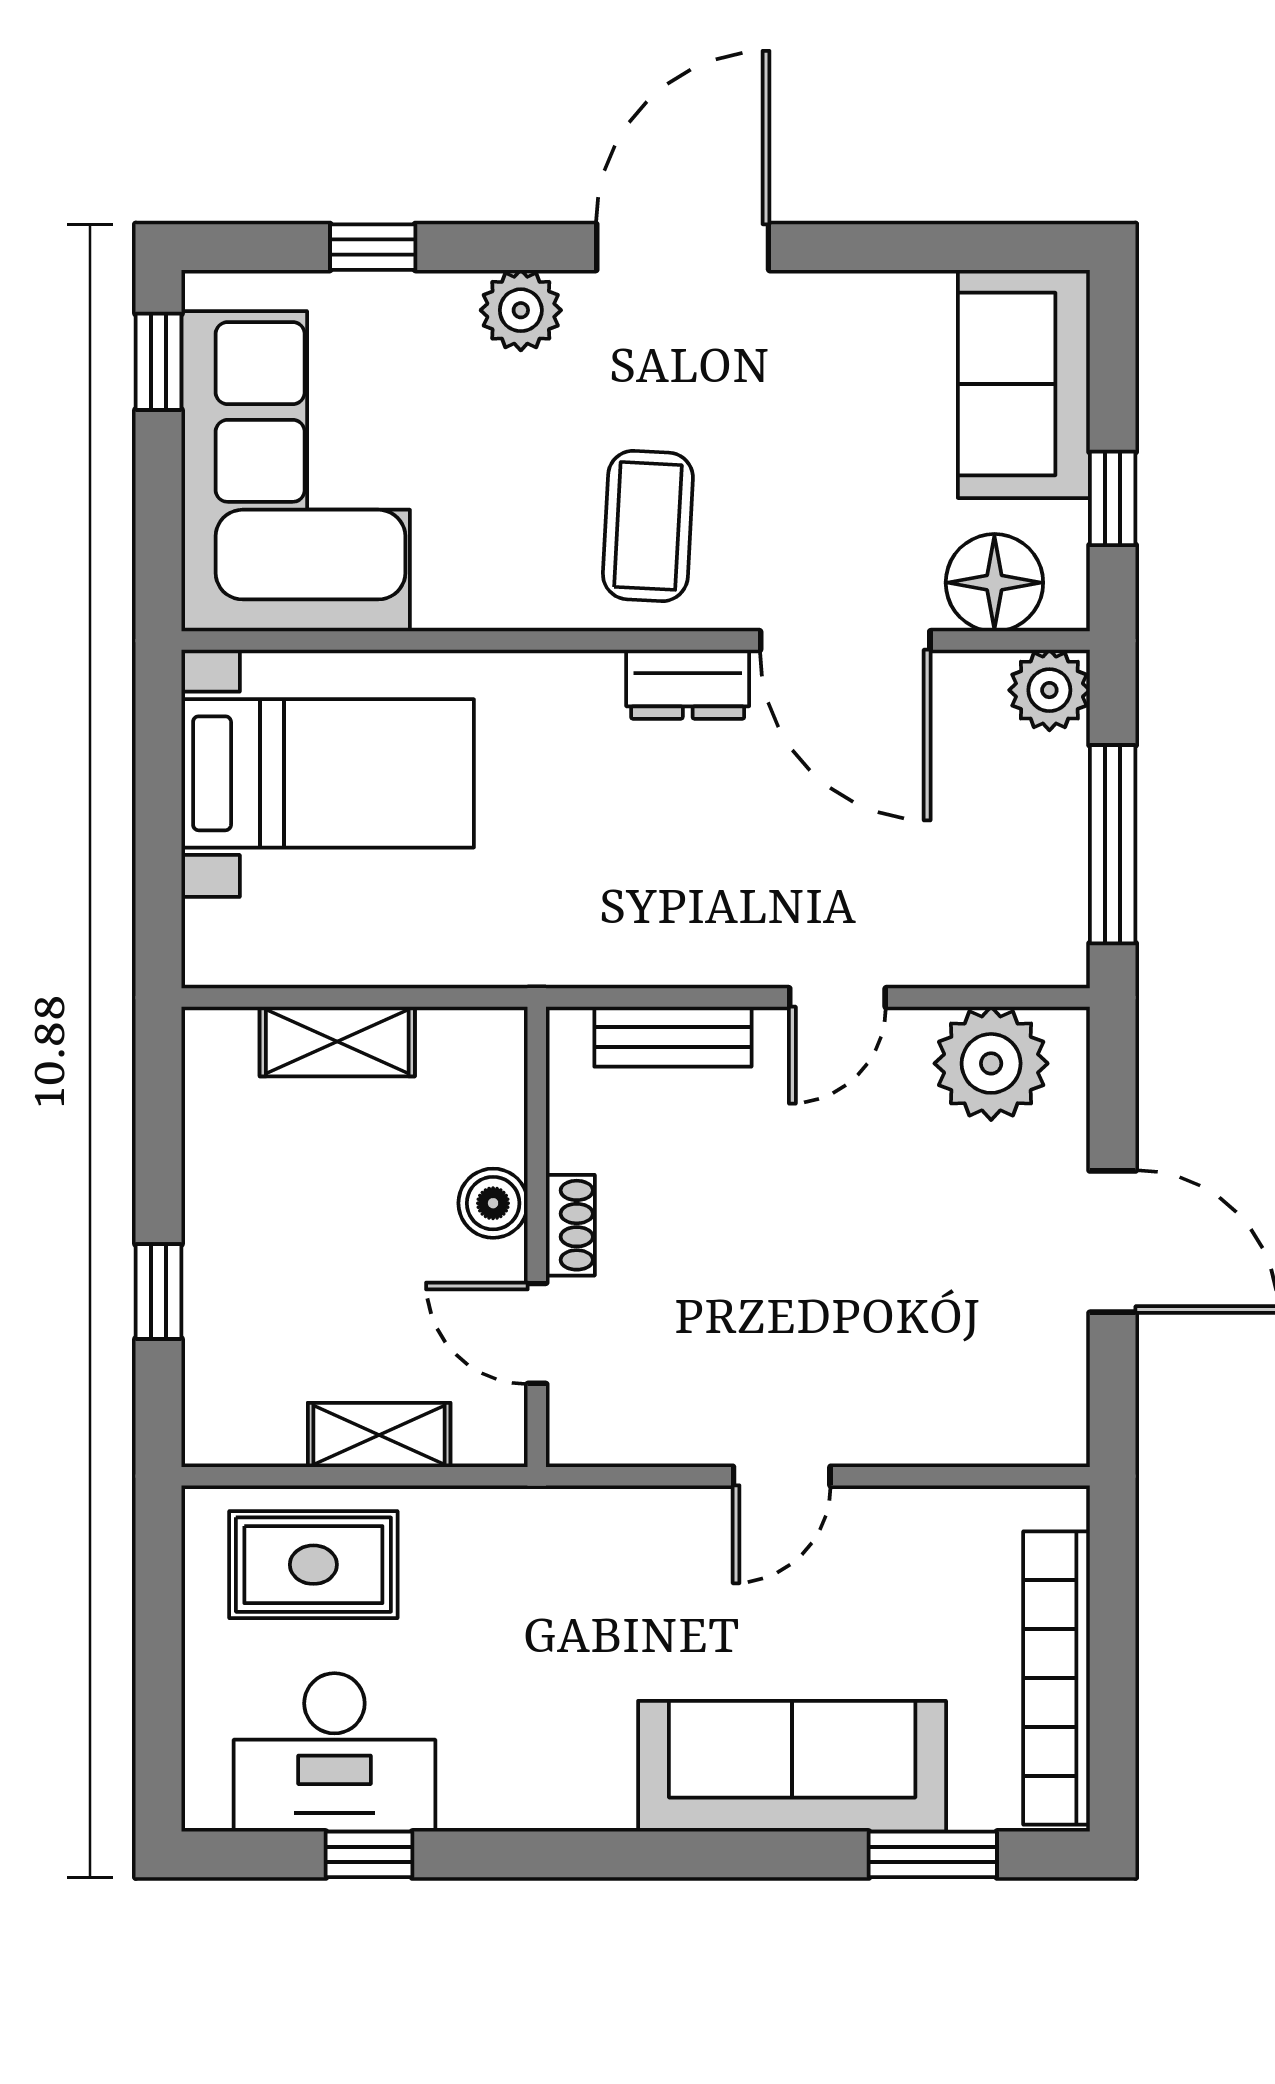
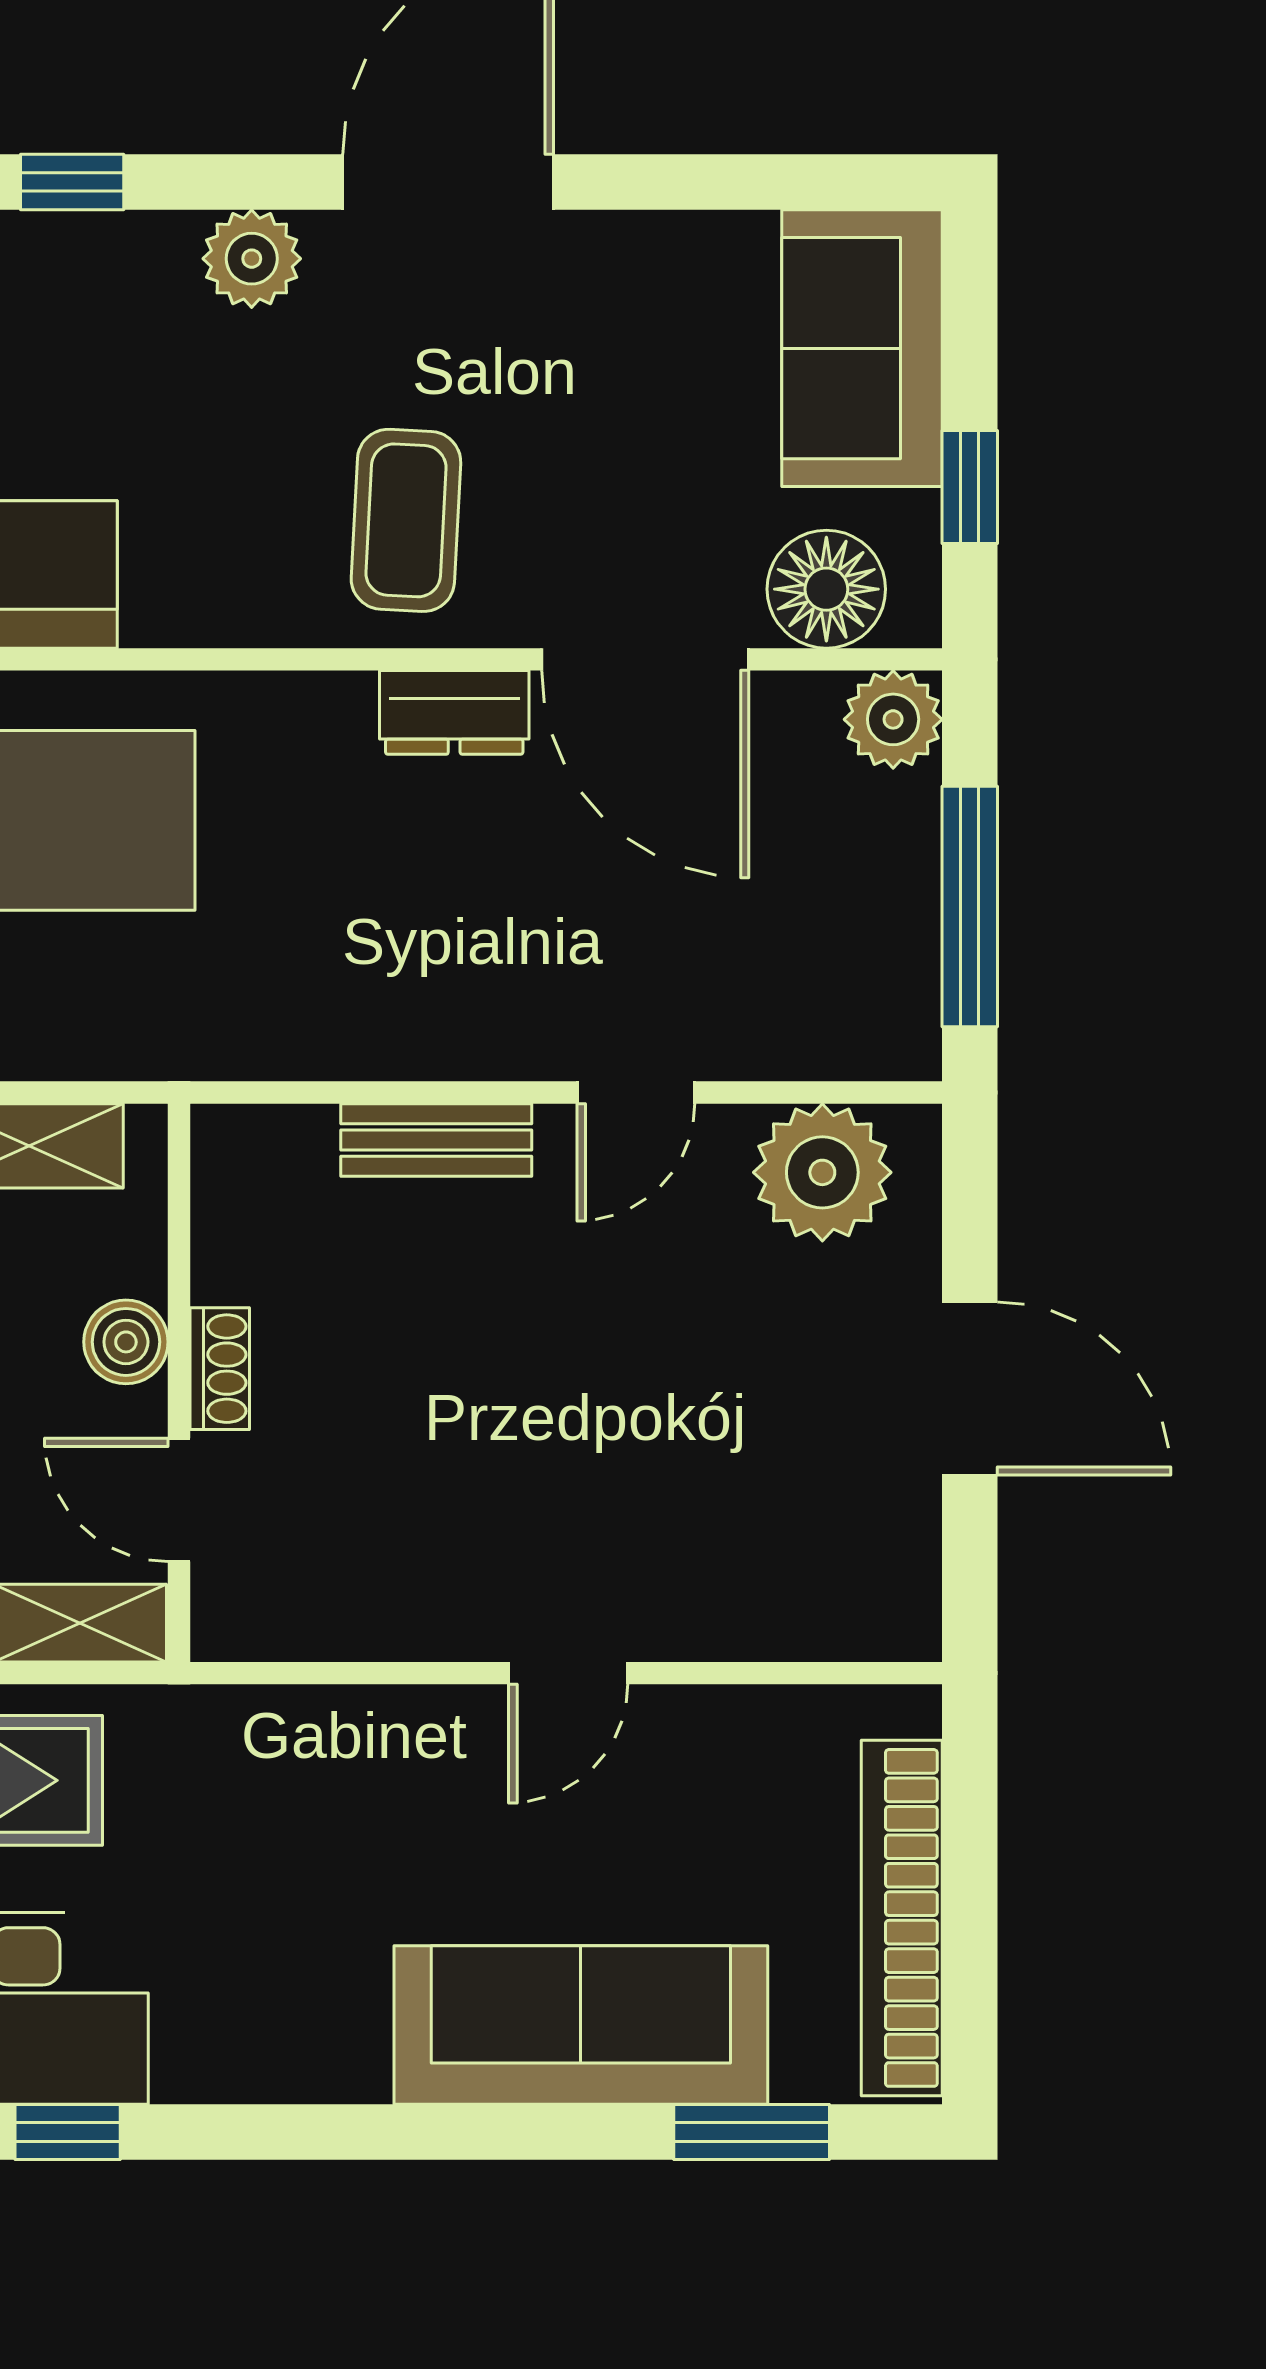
boiler: (493, 1203) -> (126, 1342), moved
shoe rack: (570, 1225) -> (220, 1369), moved
wall: (537, 1237) -> (179, 1383), moved
door: (537, 1333) -> (179, 1500), moved

